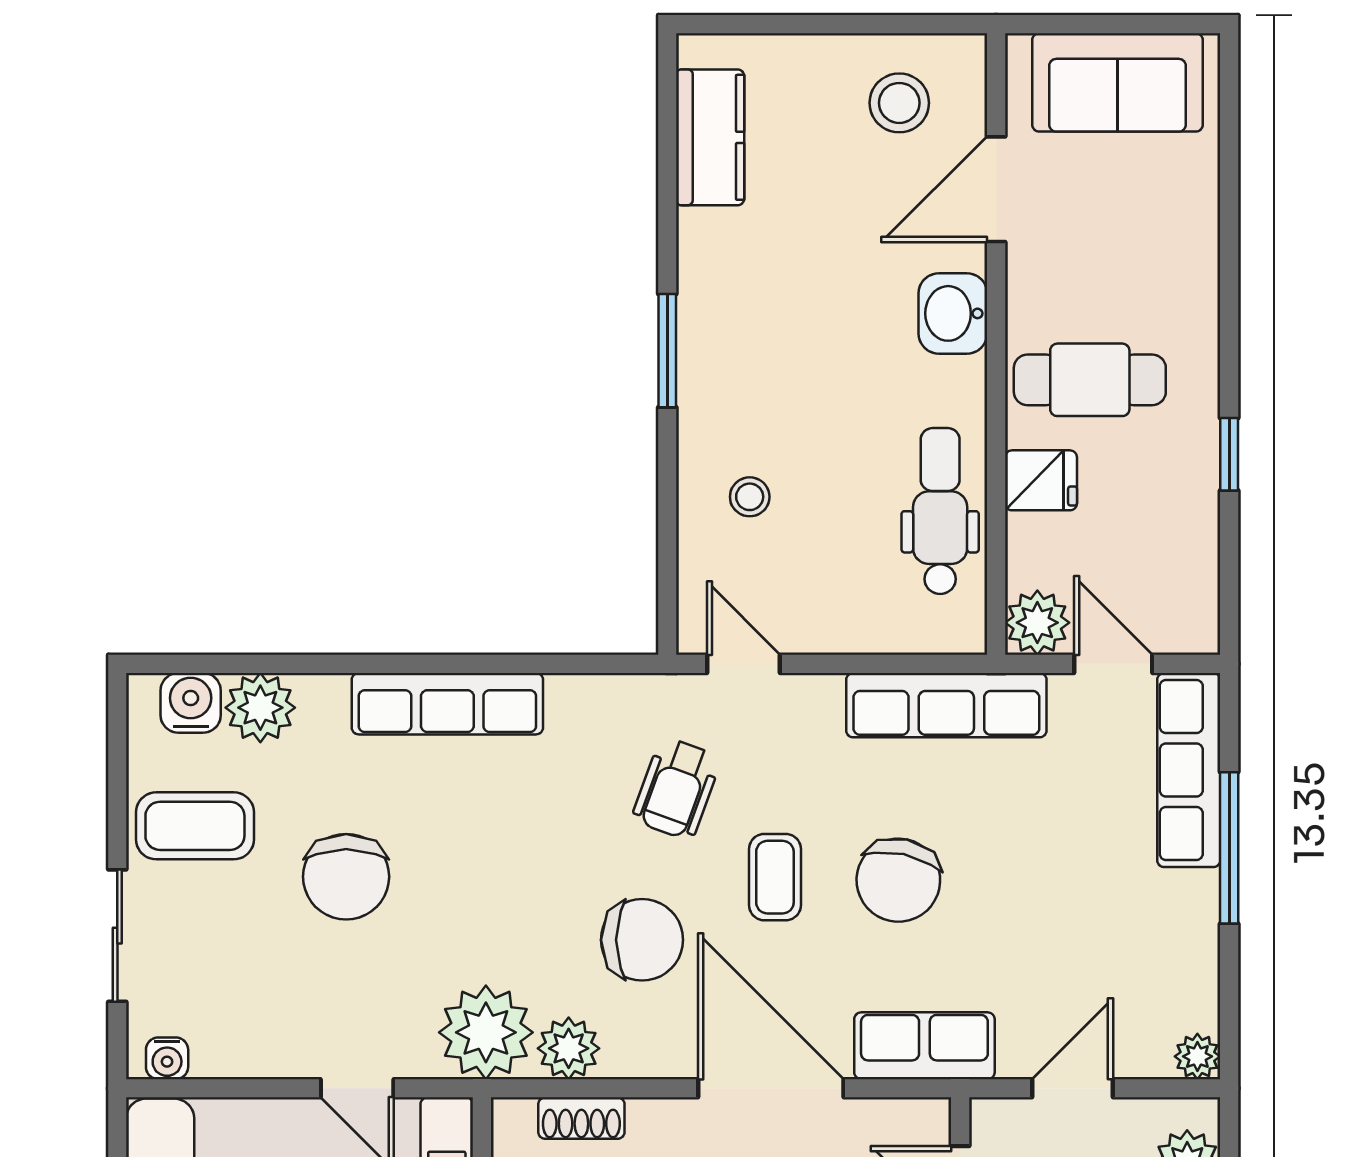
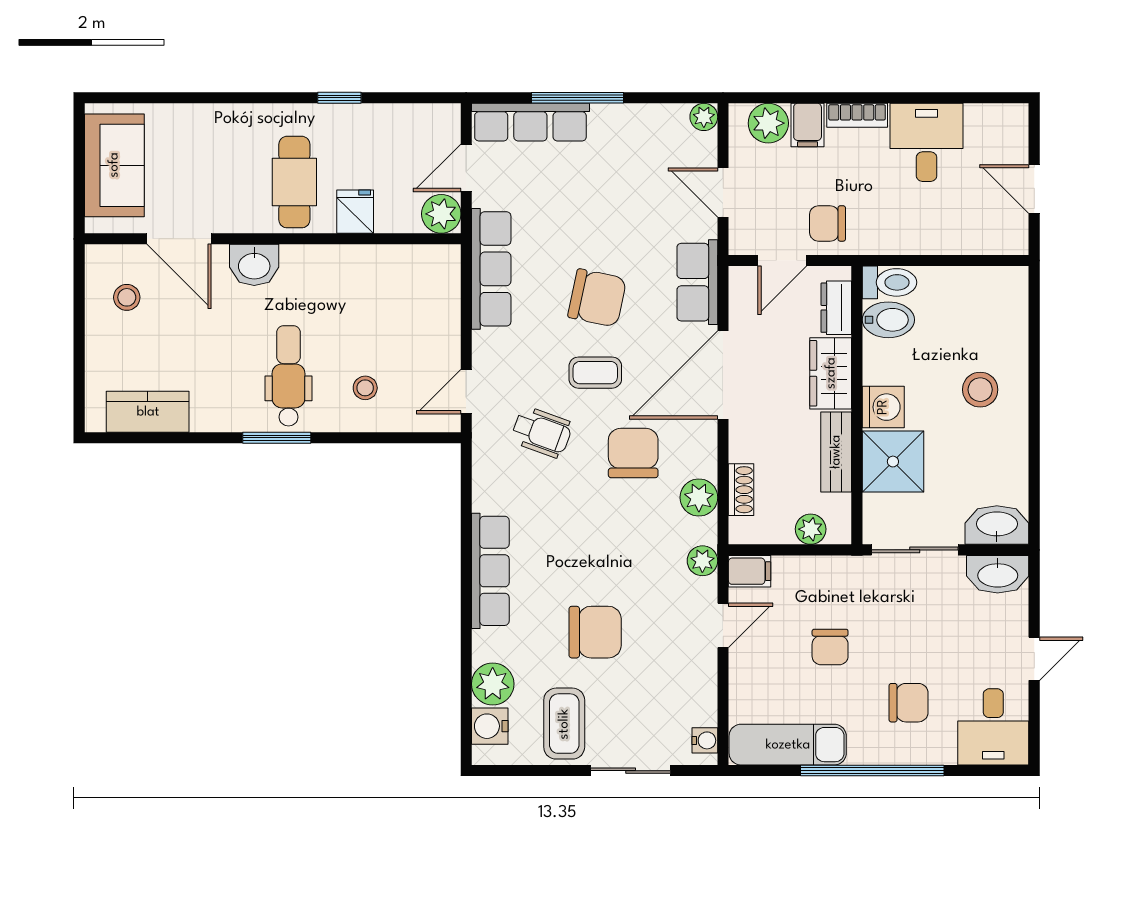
stool: (899, 103) -> (127, 297), width x0.73, depth x0.73
dental chair: (940, 511) -> (289, 376), moved, turned 90
plant: (486, 1032) -> (702, 561), width x0.53, depth x0.53

